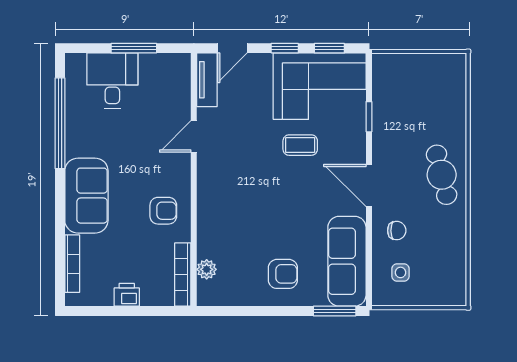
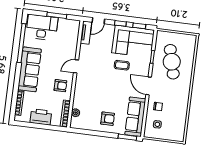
desk: (112, 81) -> (42, 27), width x1.37
door: (194, 136) -> (76, 66), moved
cafe table: (442, 175) -> (172, 62), moved, width x1.37, depth x1.35
sofa: (86, 196) -> (30, 69), width x1.36
printer: (127, 295) -> (41, 117), width x1.87, depth x1.48

